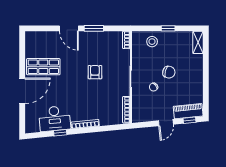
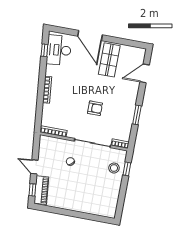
door: (69, 28) -> (145, 73), moved
window: (168, 28) -> (127, 169), moved
shelving: (198, 42) -> (105, 212), removed
chair: (169, 72) -> (82, 179), removed
desk: (55, 119) -> (59, 50), moved
window: (60, 133) -> (44, 50), moved

